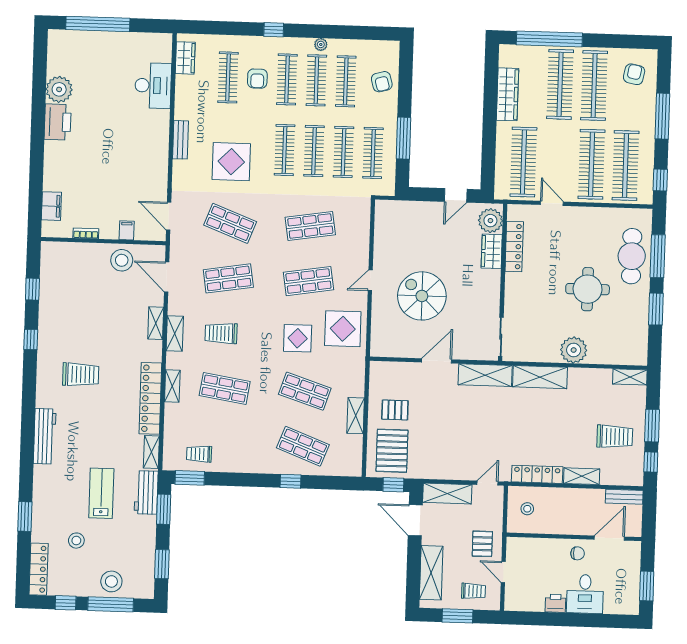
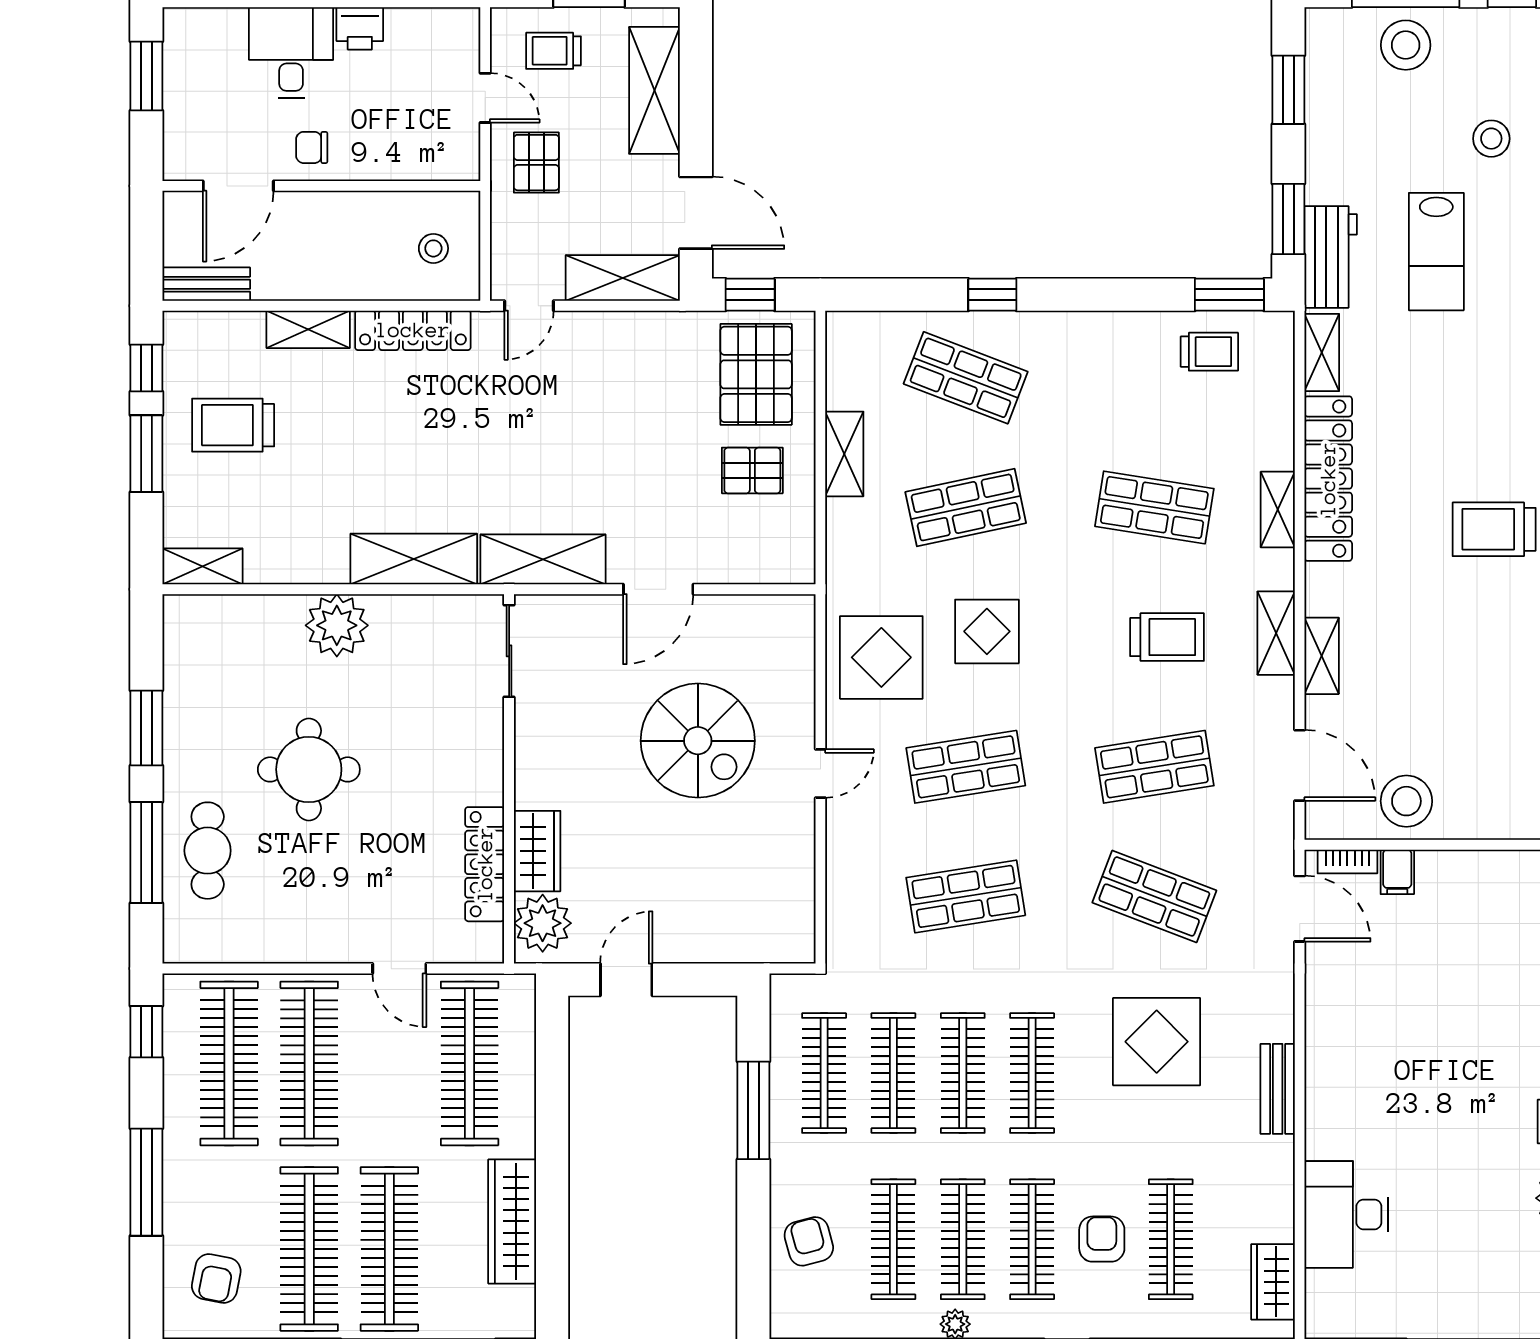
bookcase: (86, 233) -> (1347, 862), moved
cafe table: (632, 256) -> (208, 851), width x0.73, depth x0.74
shop shelf: (305, 391) -> (966, 507), turned -30

